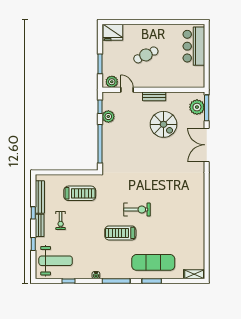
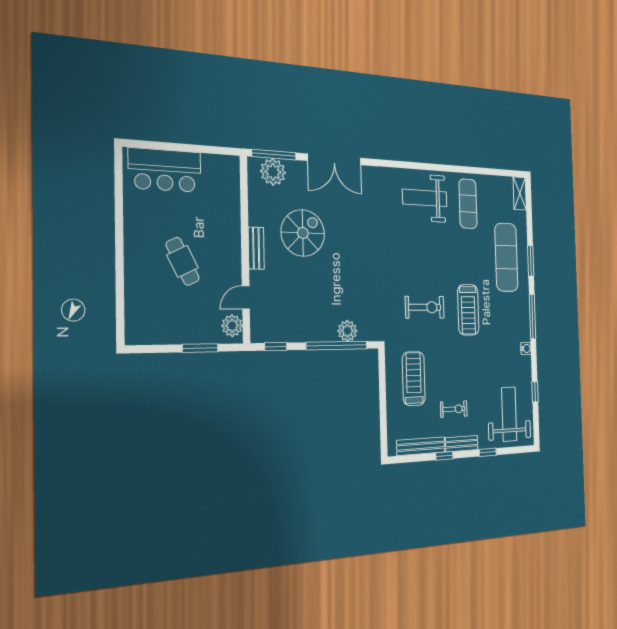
fridge: (113, 32) -> (140, 324), removed
plant: (108, 116) -> (347, 331), moved
weight bench: (188, 204) -> (425, 198), added
exercise bike: (137, 210) -> (425, 307), moved, turned 90
exercise mat: (186, 235) -> (468, 204), added

